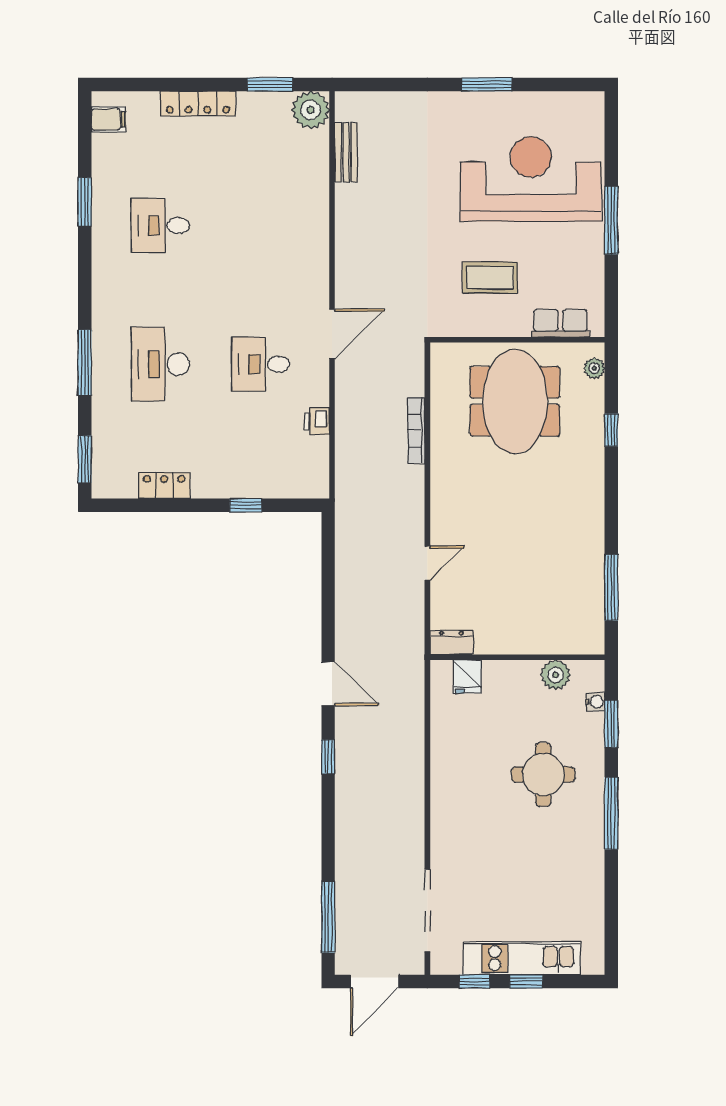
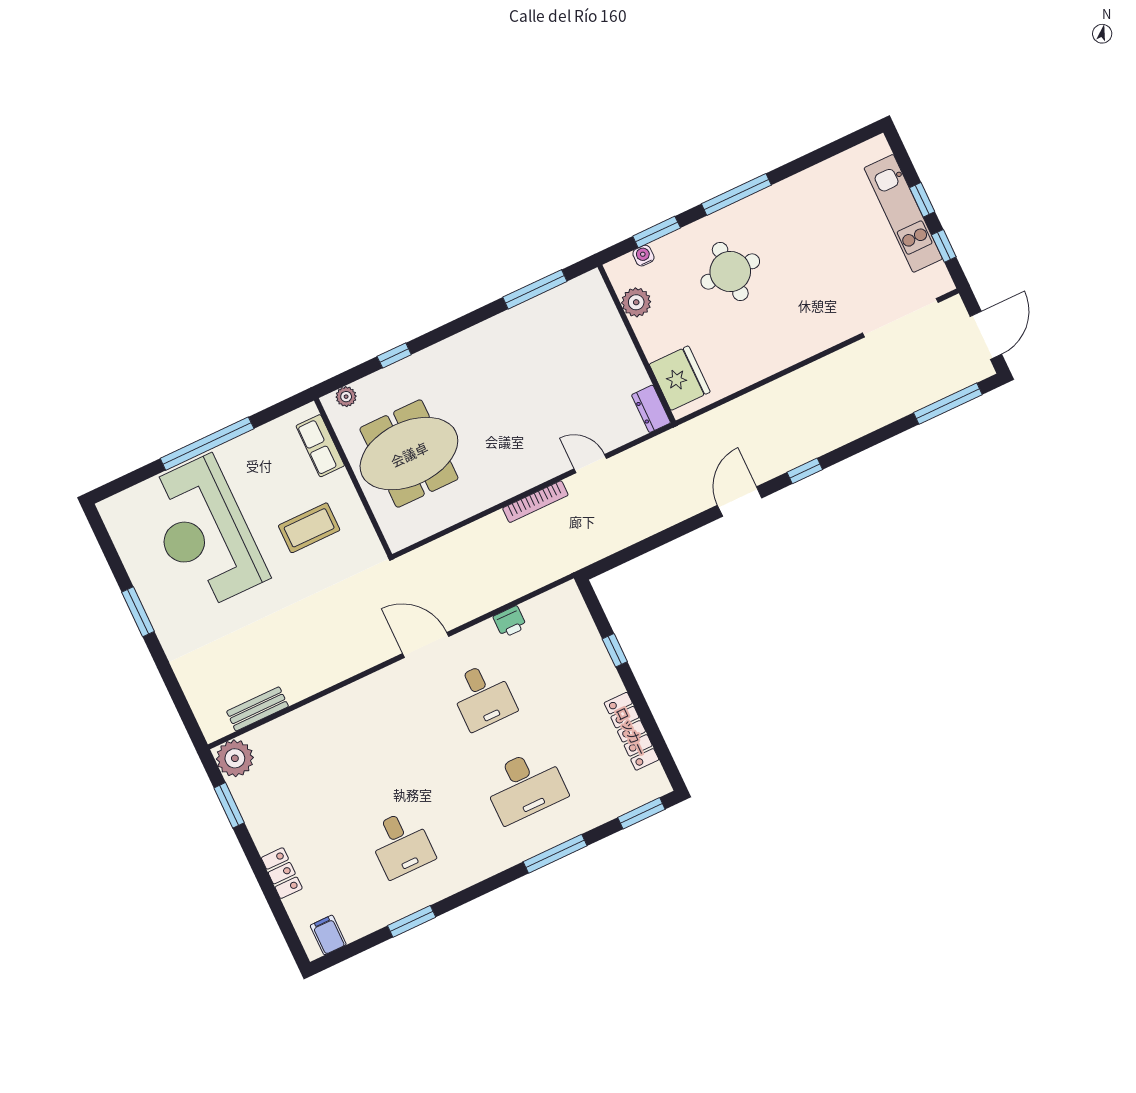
locker: (198, 103) -> (282, 873), width x0.66
window: (611, 220) -> (207, 444), width x1.46
coffee table: (490, 278) -> (309, 528), turned 90
bookcase: (416, 430) -> (535, 502), moved
locker: (164, 486) -> (632, 731), width x1.53
fridge: (467, 677) -> (680, 378), width x1.88, depth x1.34
door: (374, 981) -> (986, 335), hinge flipped

